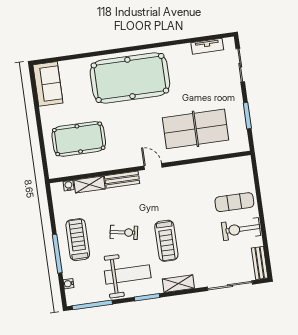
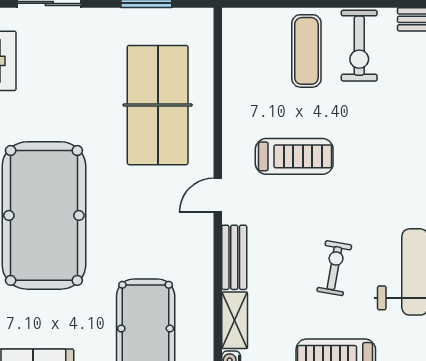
treadmill: (166, 241) -> (294, 156), moved

